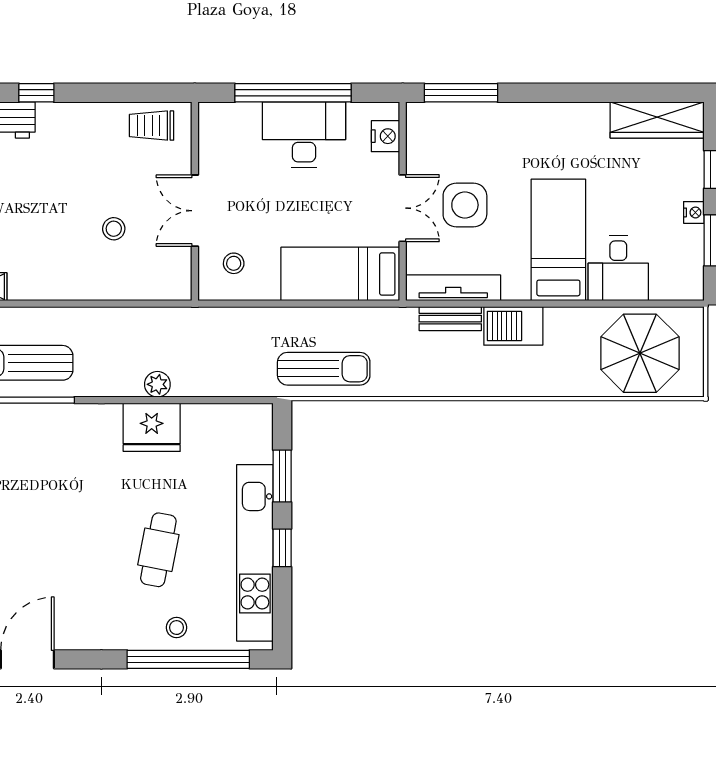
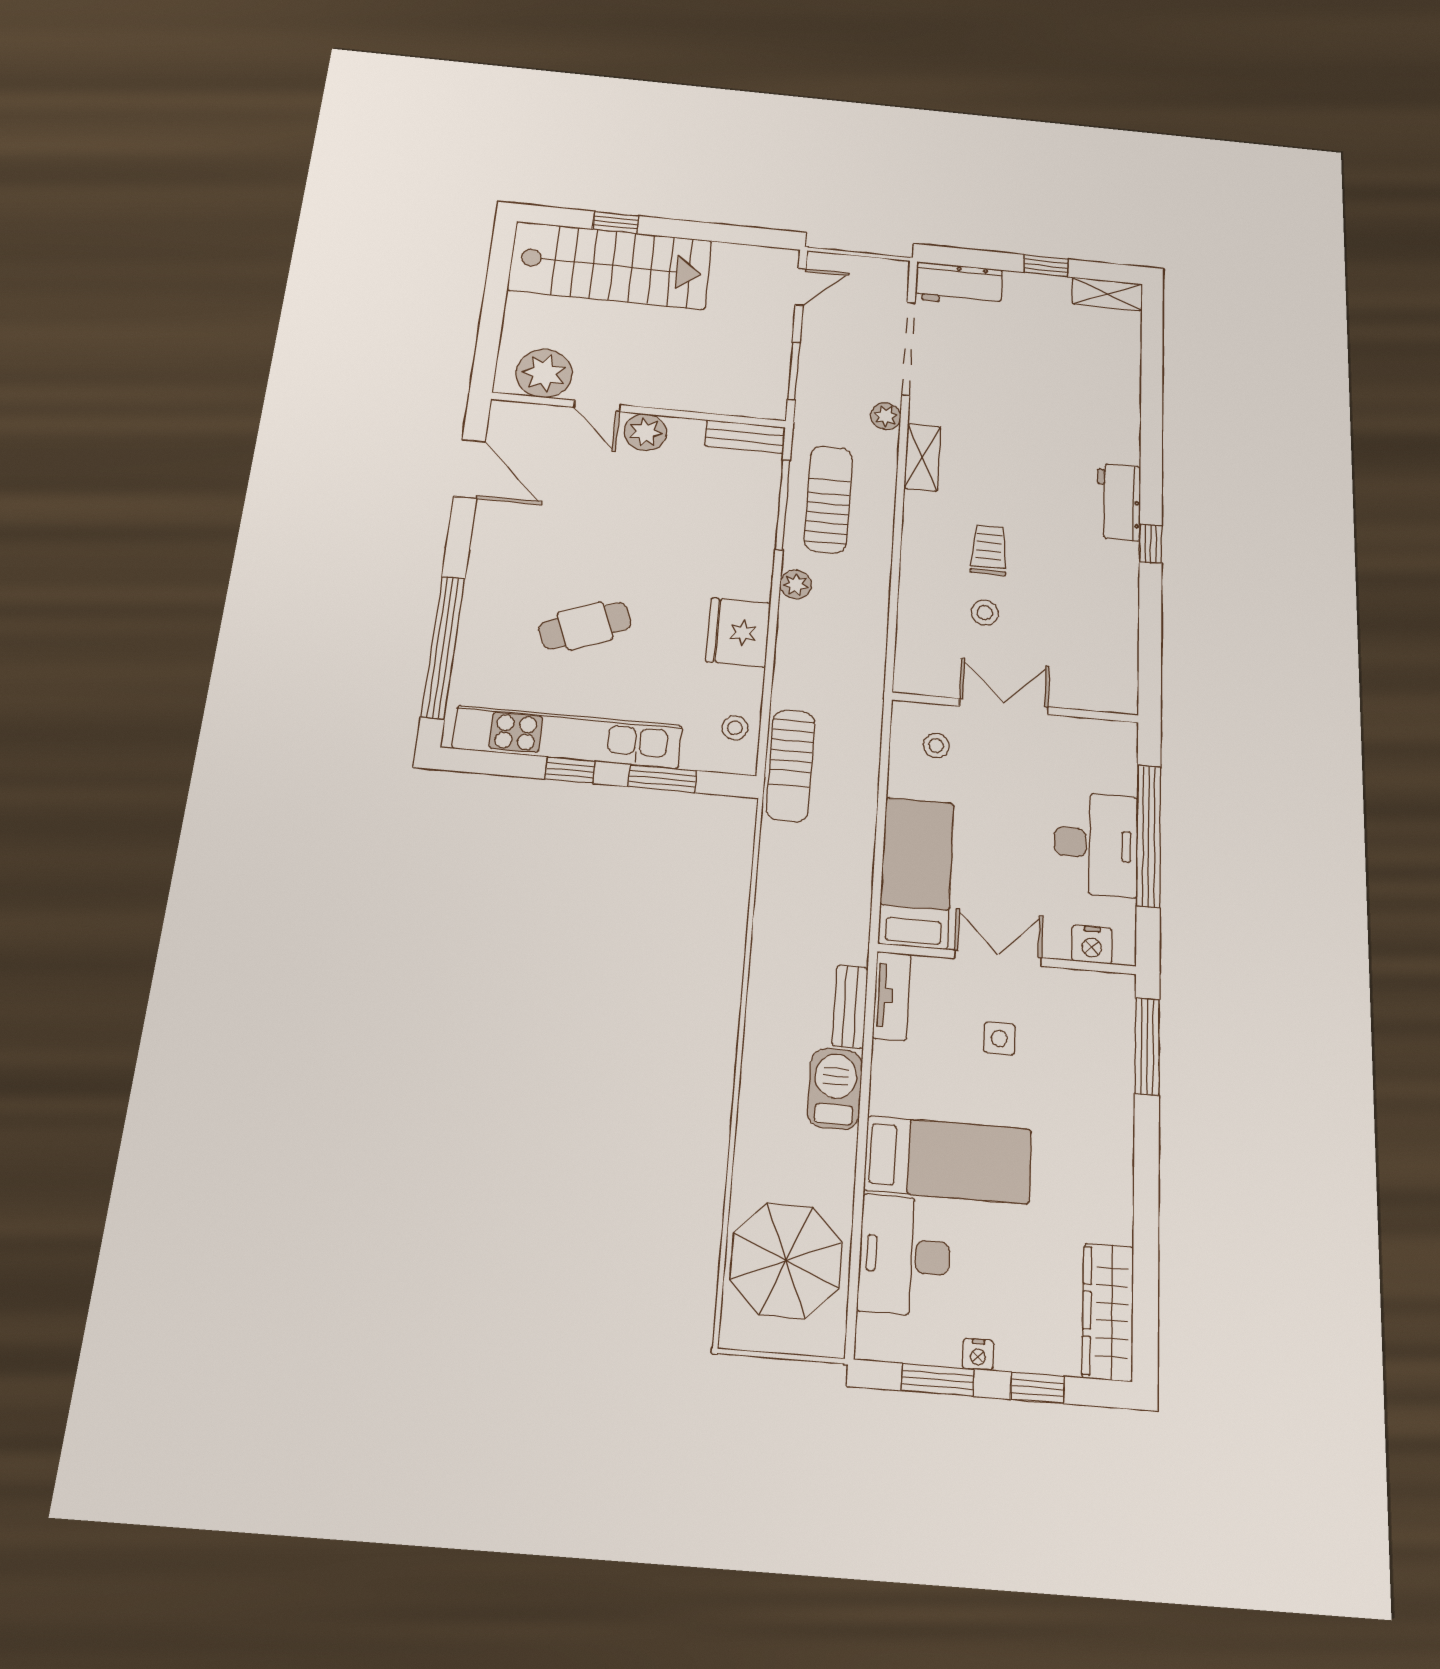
trolley: (152, 126) -> (989, 550), moved
side table: (465, 205) -> (999, 1039), width x0.54, depth x0.54
double door: (403, 208) -> (998, 958), swing flipped
desk: (618, 268) -> (905, 1255), width x1.37
tv unit: (453, 288) -> (892, 996), width x0.71
sun lounger: (324, 369) -> (791, 765), moved
plant: (157, 384) -> (796, 585), moved
cafe table: (158, 550) -> (585, 626), turned -33
stool: (177, 628) -> (735, 728), moved

